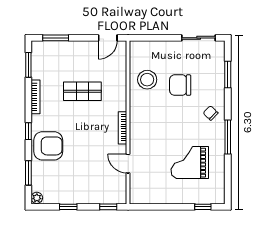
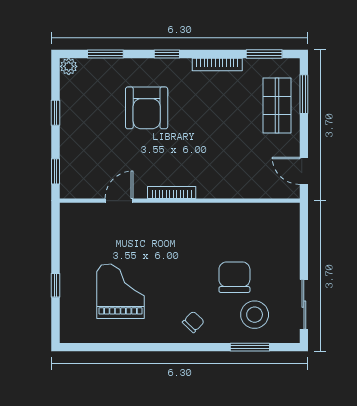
stool: (147, 80) -> (255, 315), moved
shop shelf: (82, 91) -> (277, 105), moved
window: (228, 137) -> (158, 347), removed
armchair: (48, 146) -> (147, 108), moved
window: (203, 207) -> (56, 285), moved

